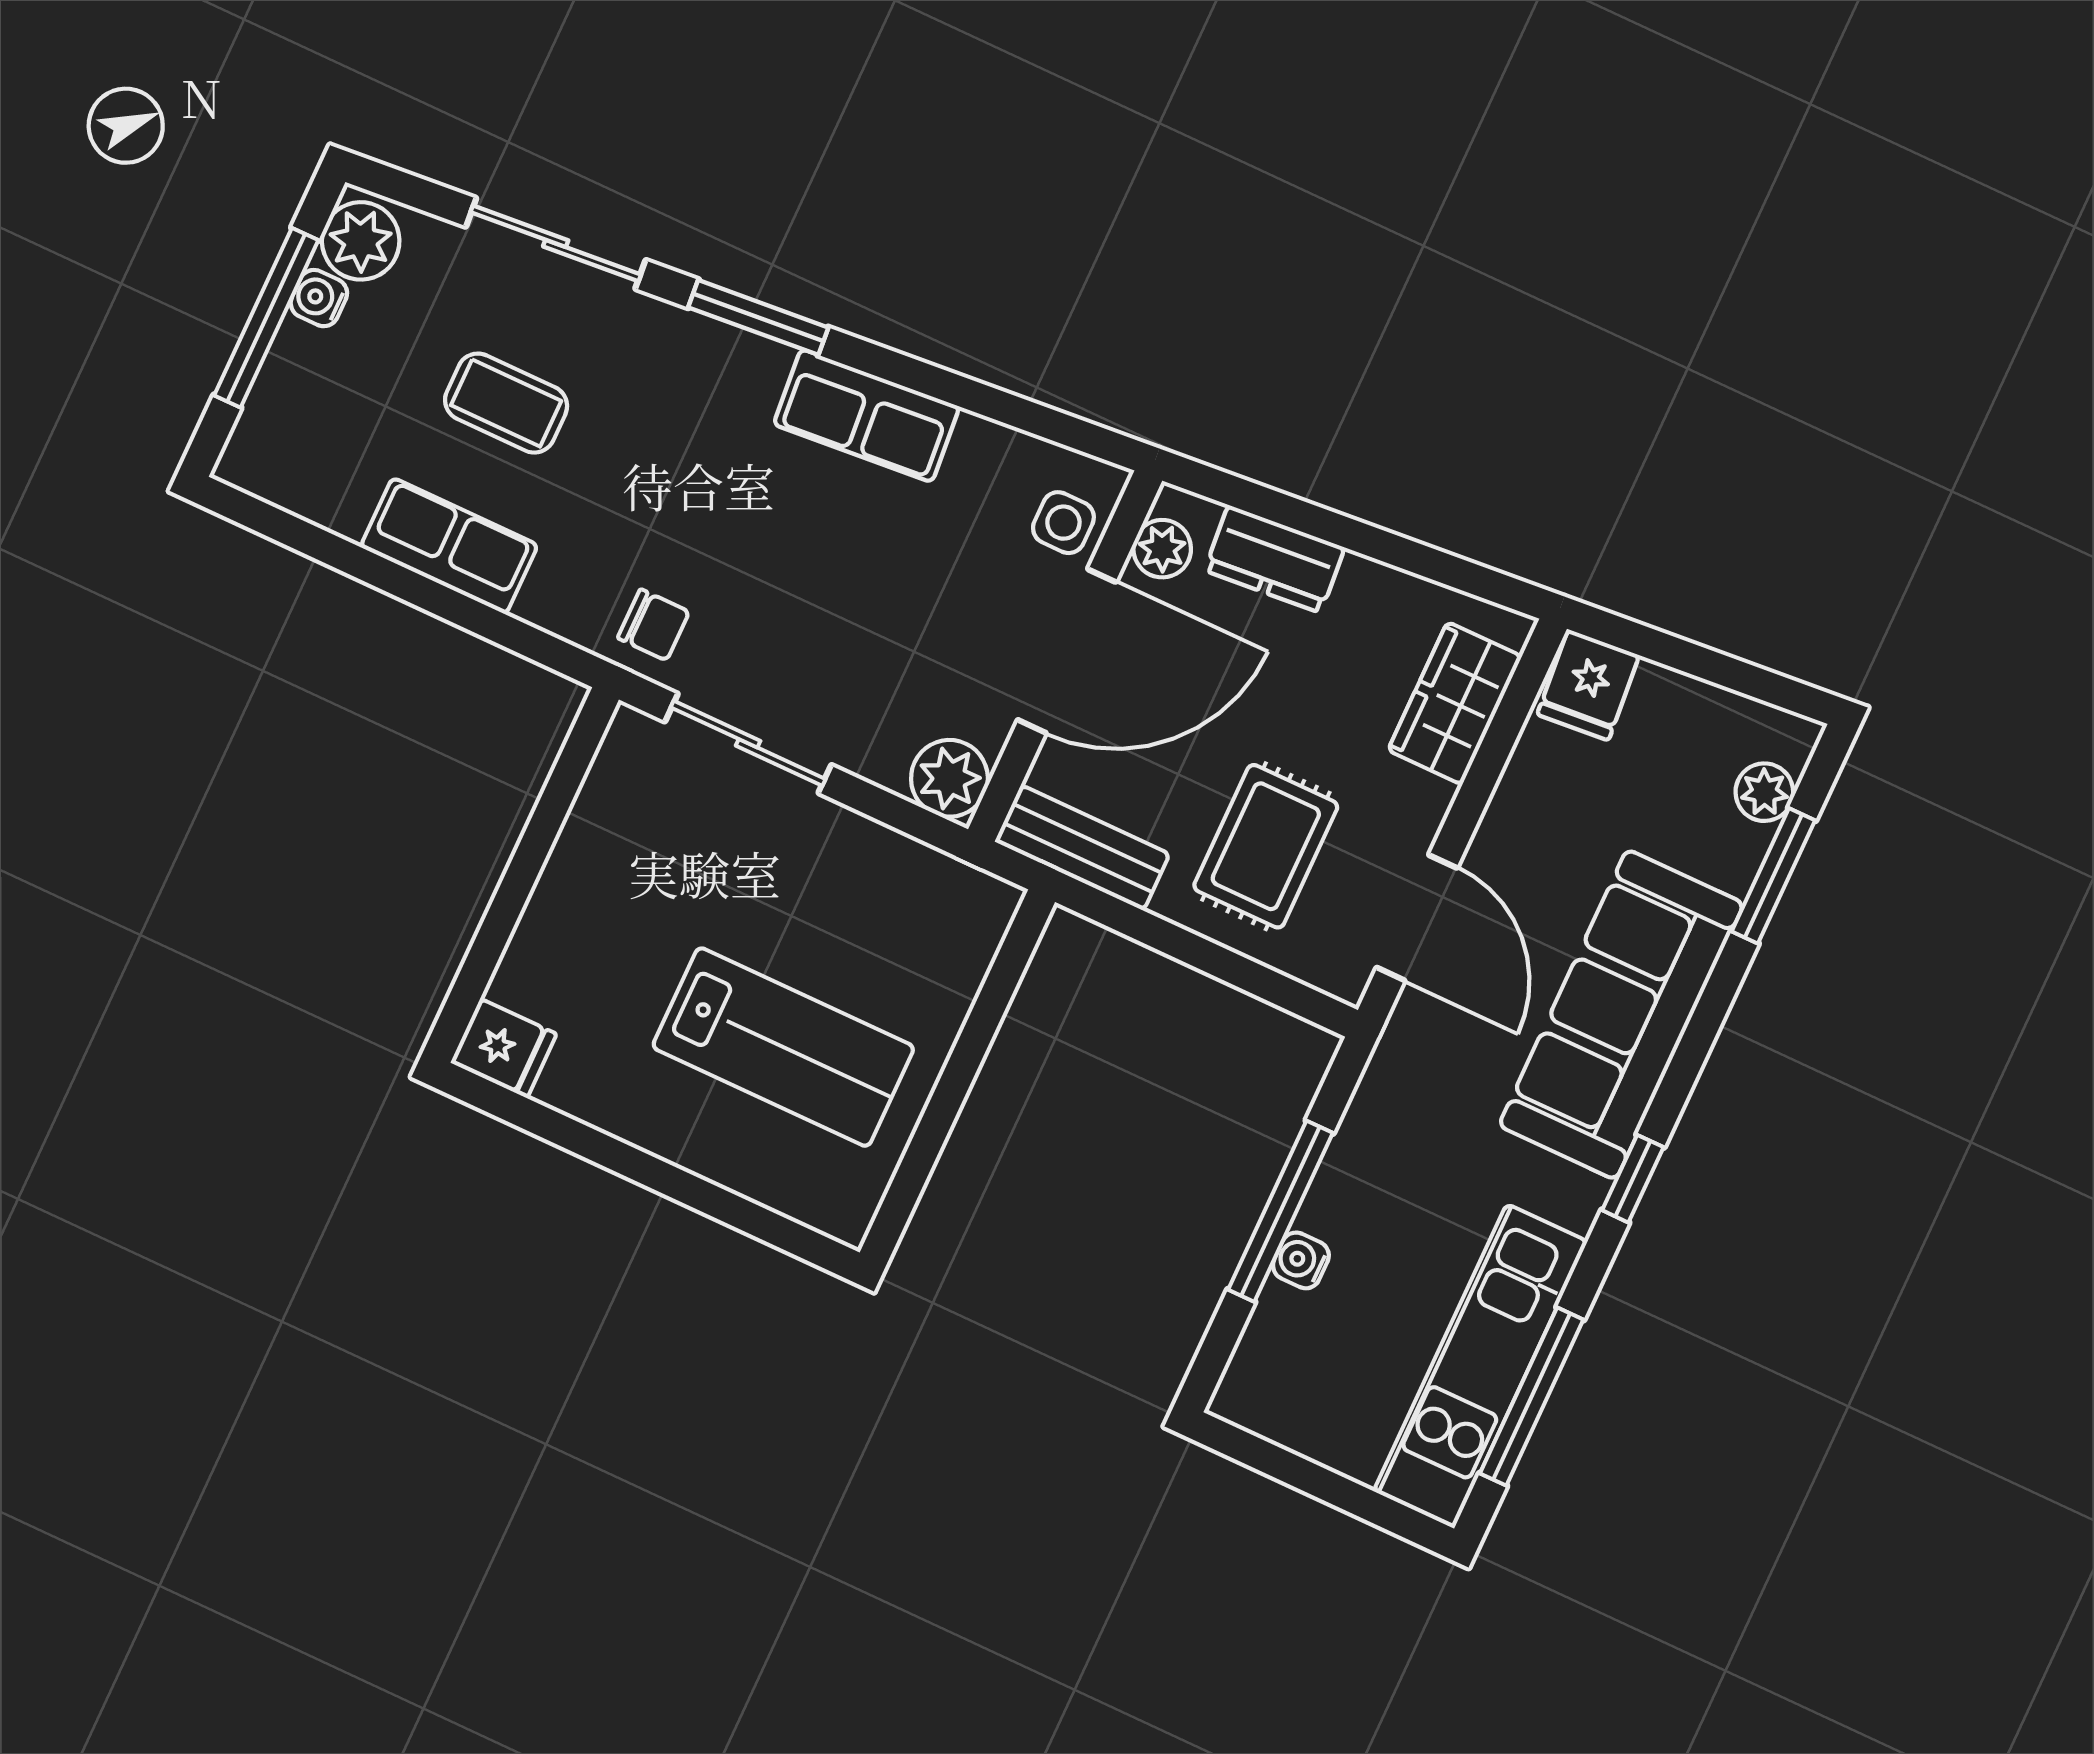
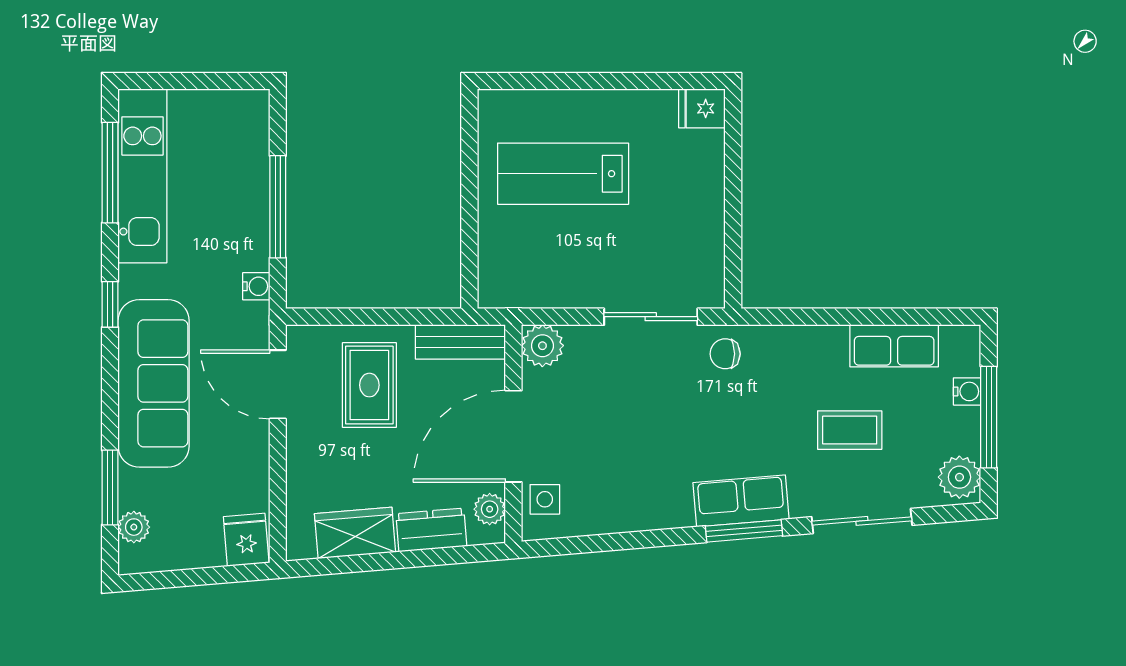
water cooler: (319, 298) -> (967, 391), moved
row of seats: (866, 416) -> (741, 501), moved
row of seats: (449, 546) -> (894, 346), moved
wardrobe: (1455, 703) -> (355, 533), moved, turned -95
water cooler: (1301, 1260) -> (256, 286), moved

